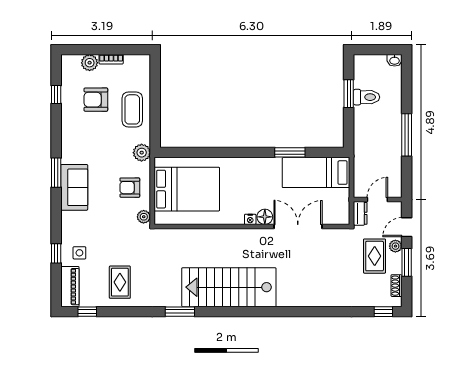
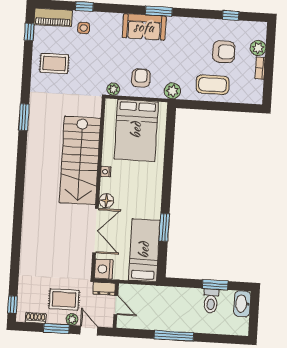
washbasin: (395, 60) -> (242, 304), moved, width x1.91, depth x1.45
armchair: (96, 100) -> (224, 52), turned 90
nightstand: (339, 215) -> (104, 269), added
nightstand: (250, 219) -> (106, 172), moved
stairs: (229, 287) -> (80, 160), moved, turned 180

